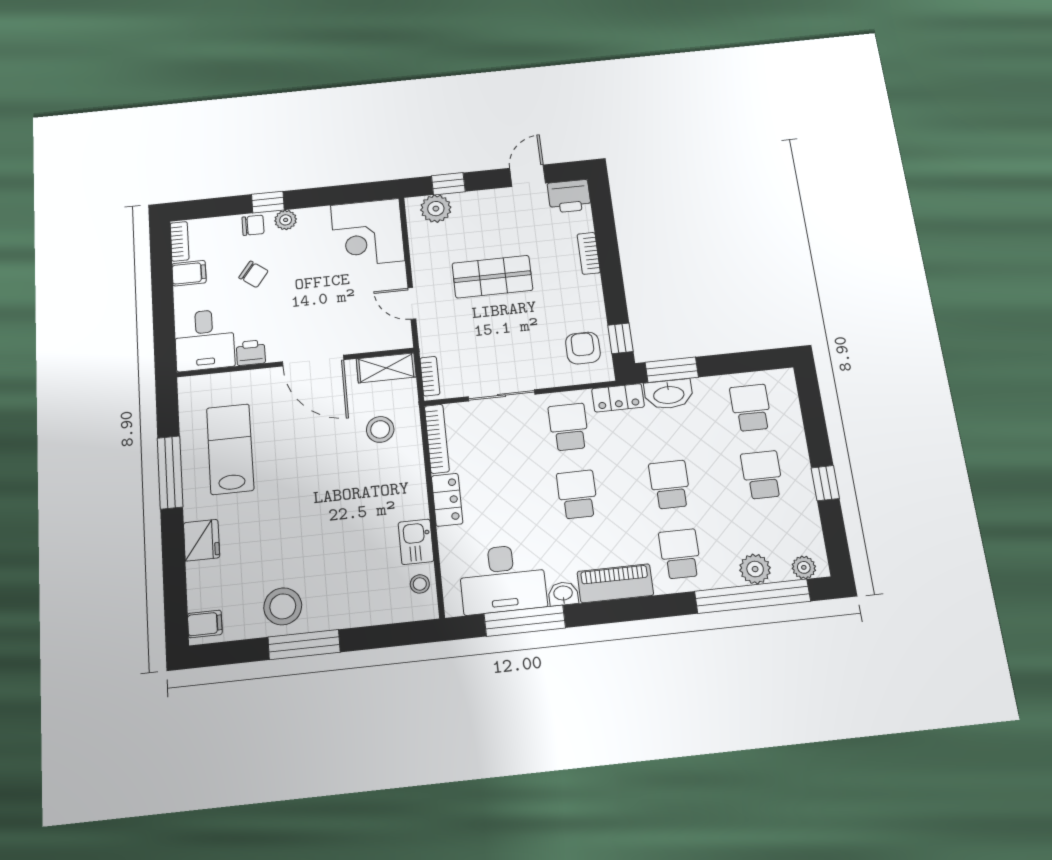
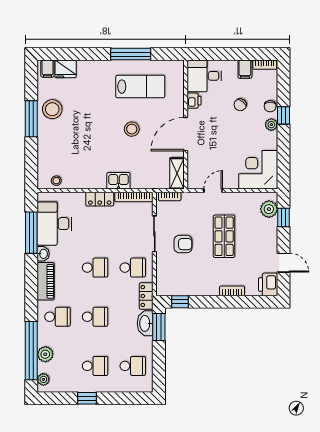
armchair: (583, 348) -> (183, 244), moved
stool: (380, 429) -> (132, 129), moved
fridge: (201, 540) -> (66, 69), moved
kitchen sink: (416, 542) -> (118, 181), moved

